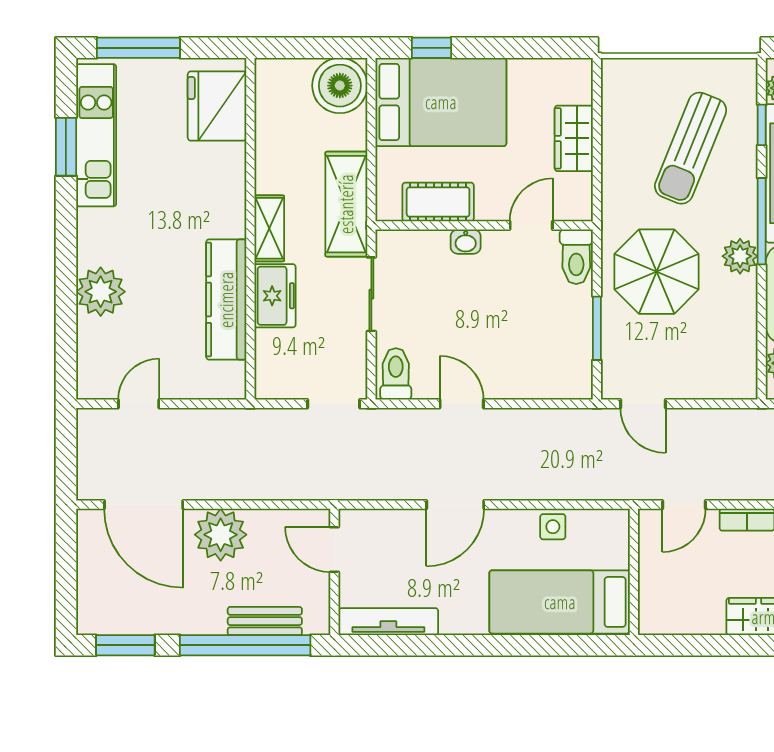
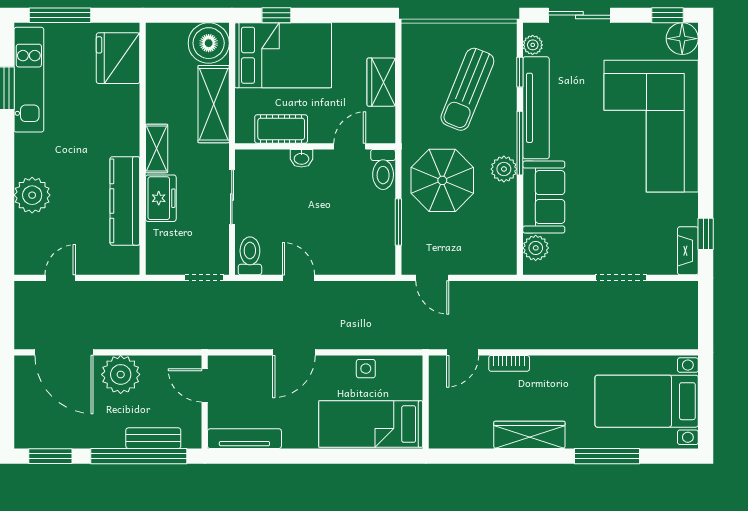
shelving: (346, 204) -> (214, 104), moved

